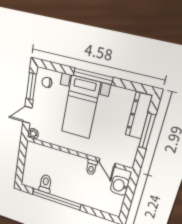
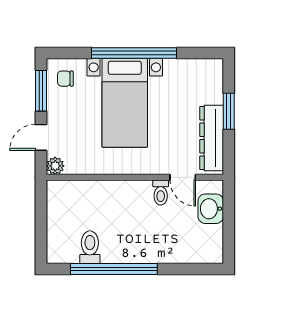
window: (93, 76) -> (134, 53), width x1.46
dresser: (139, 116) -> (212, 138), moved
window: (147, 131) -> (229, 111), width x0.69

